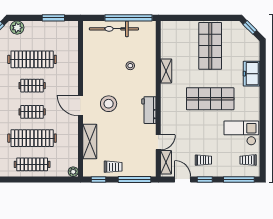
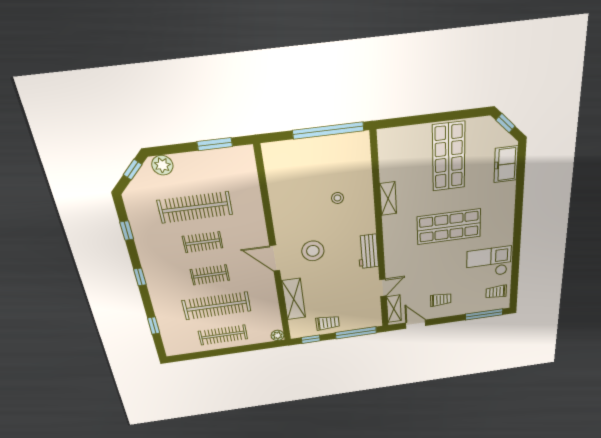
bicycle: (114, 29) -> (308, 149), removed
freezer: (252, 74) -> (506, 164), moved
window: (205, 180) -> (442, 320), removed

